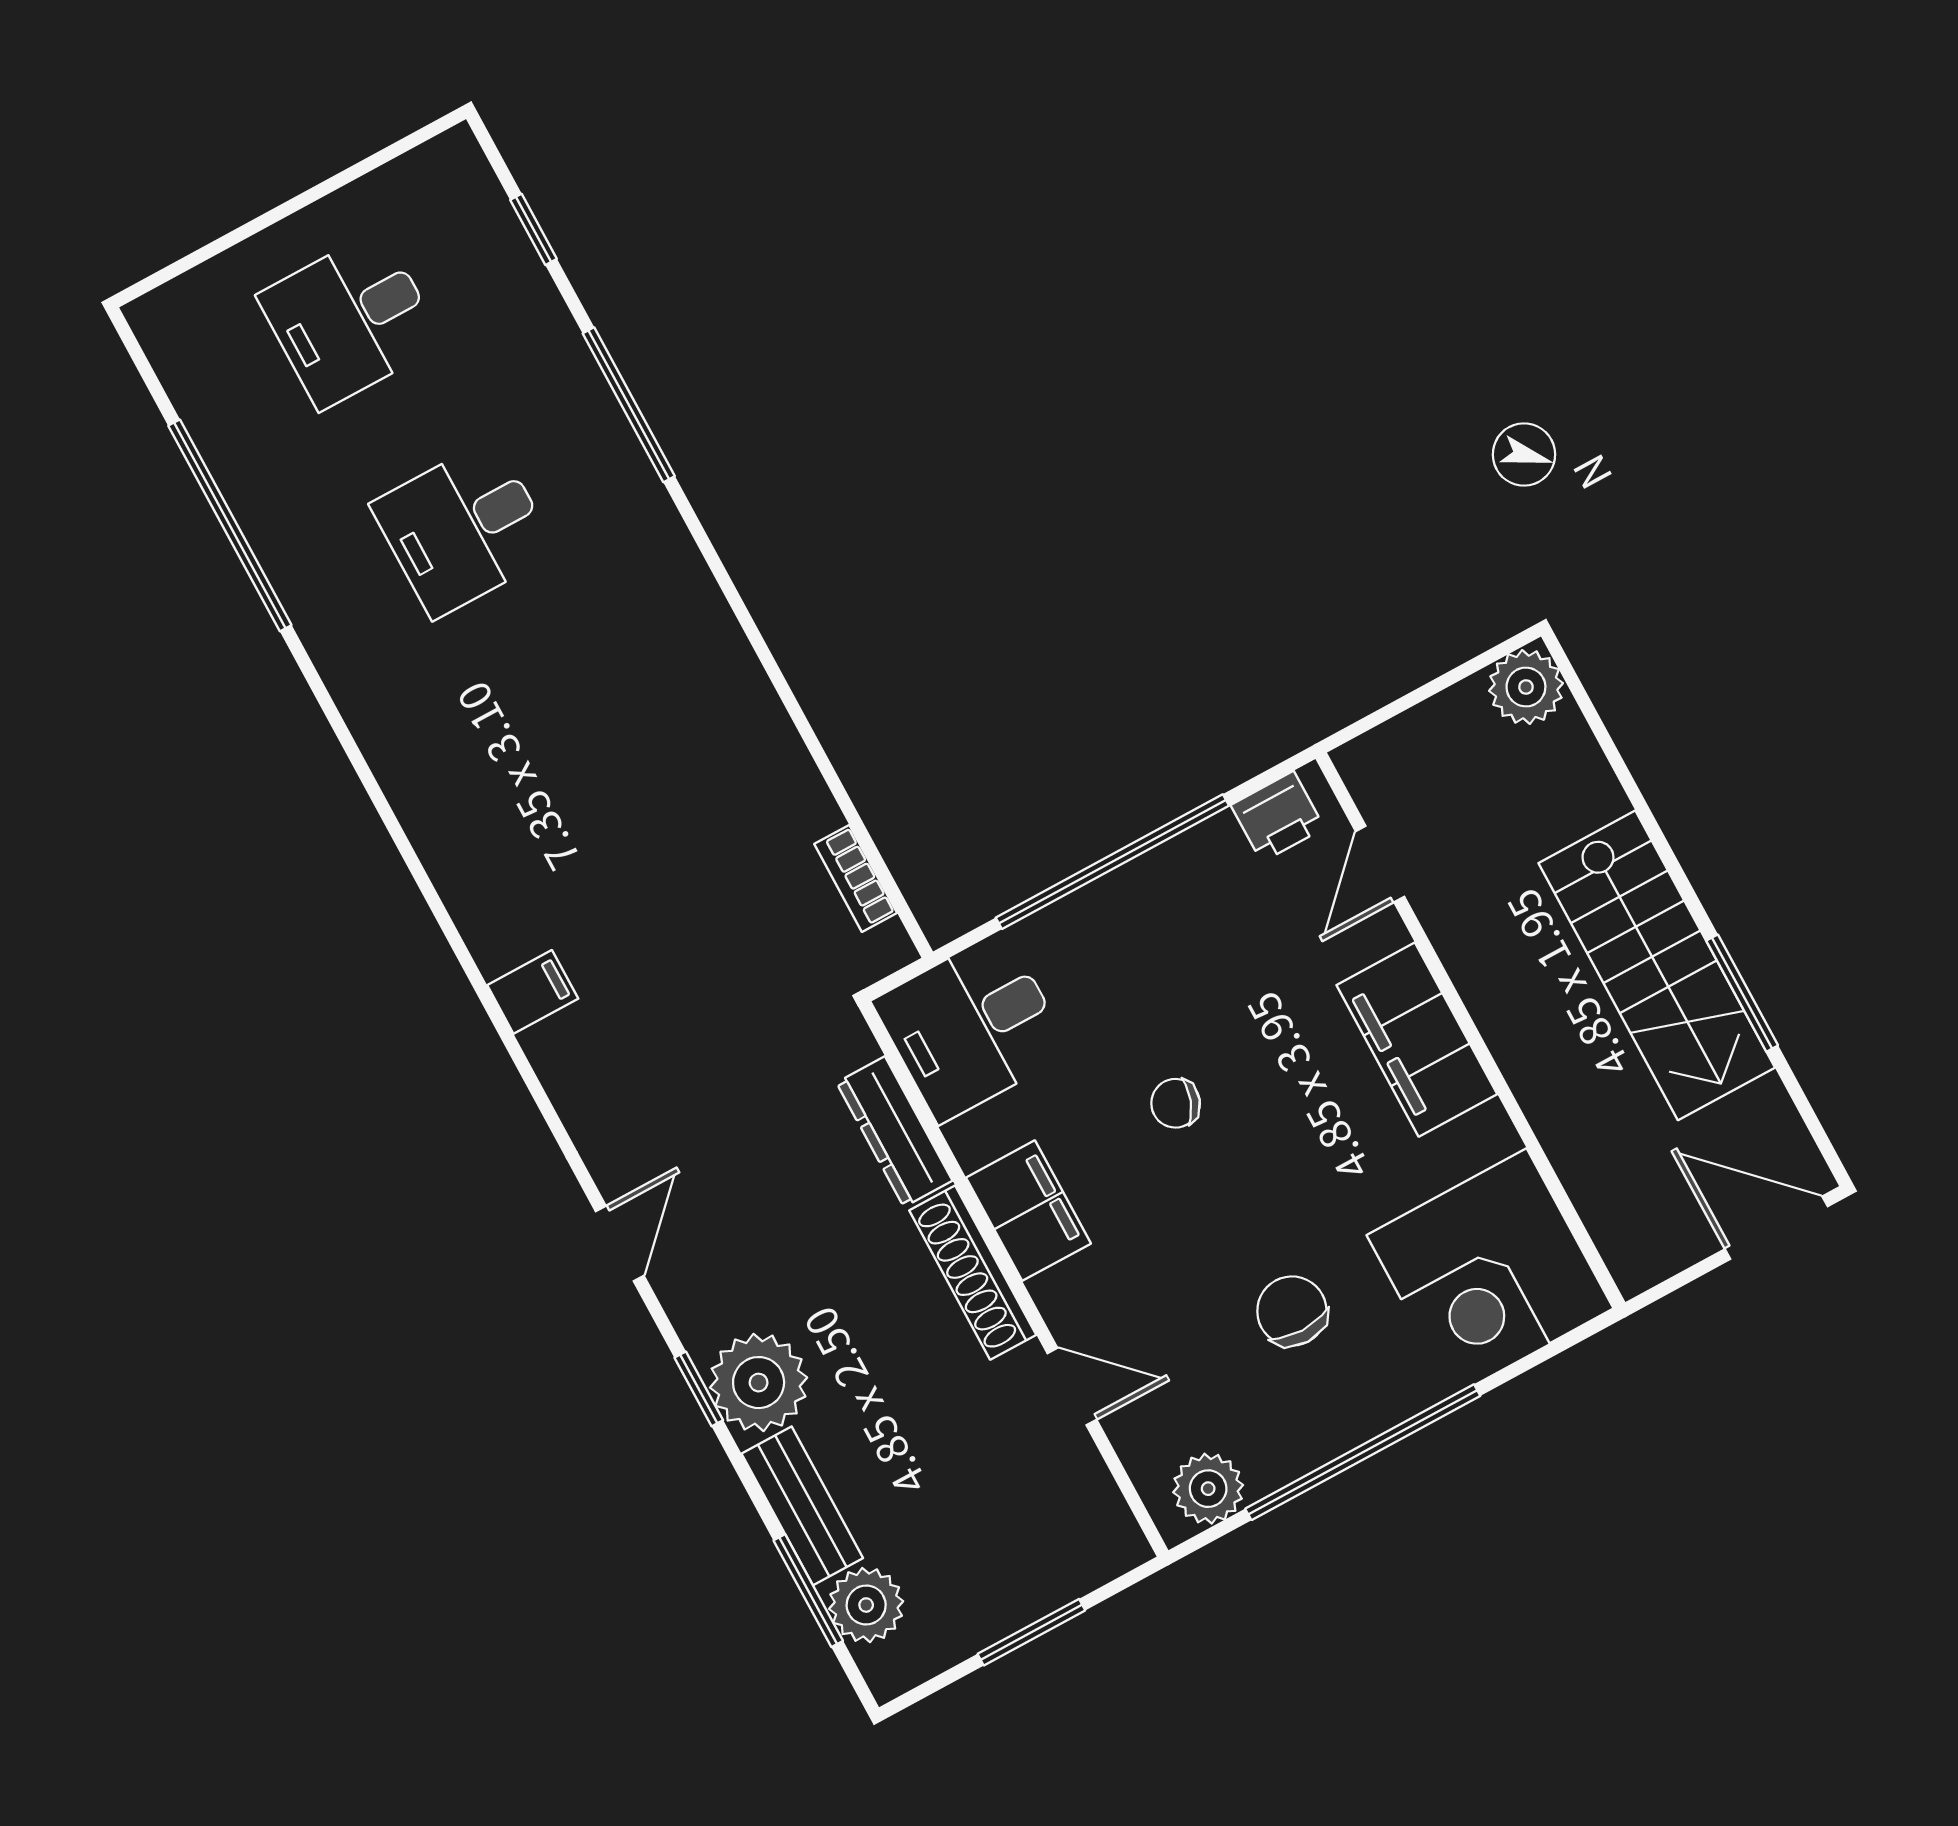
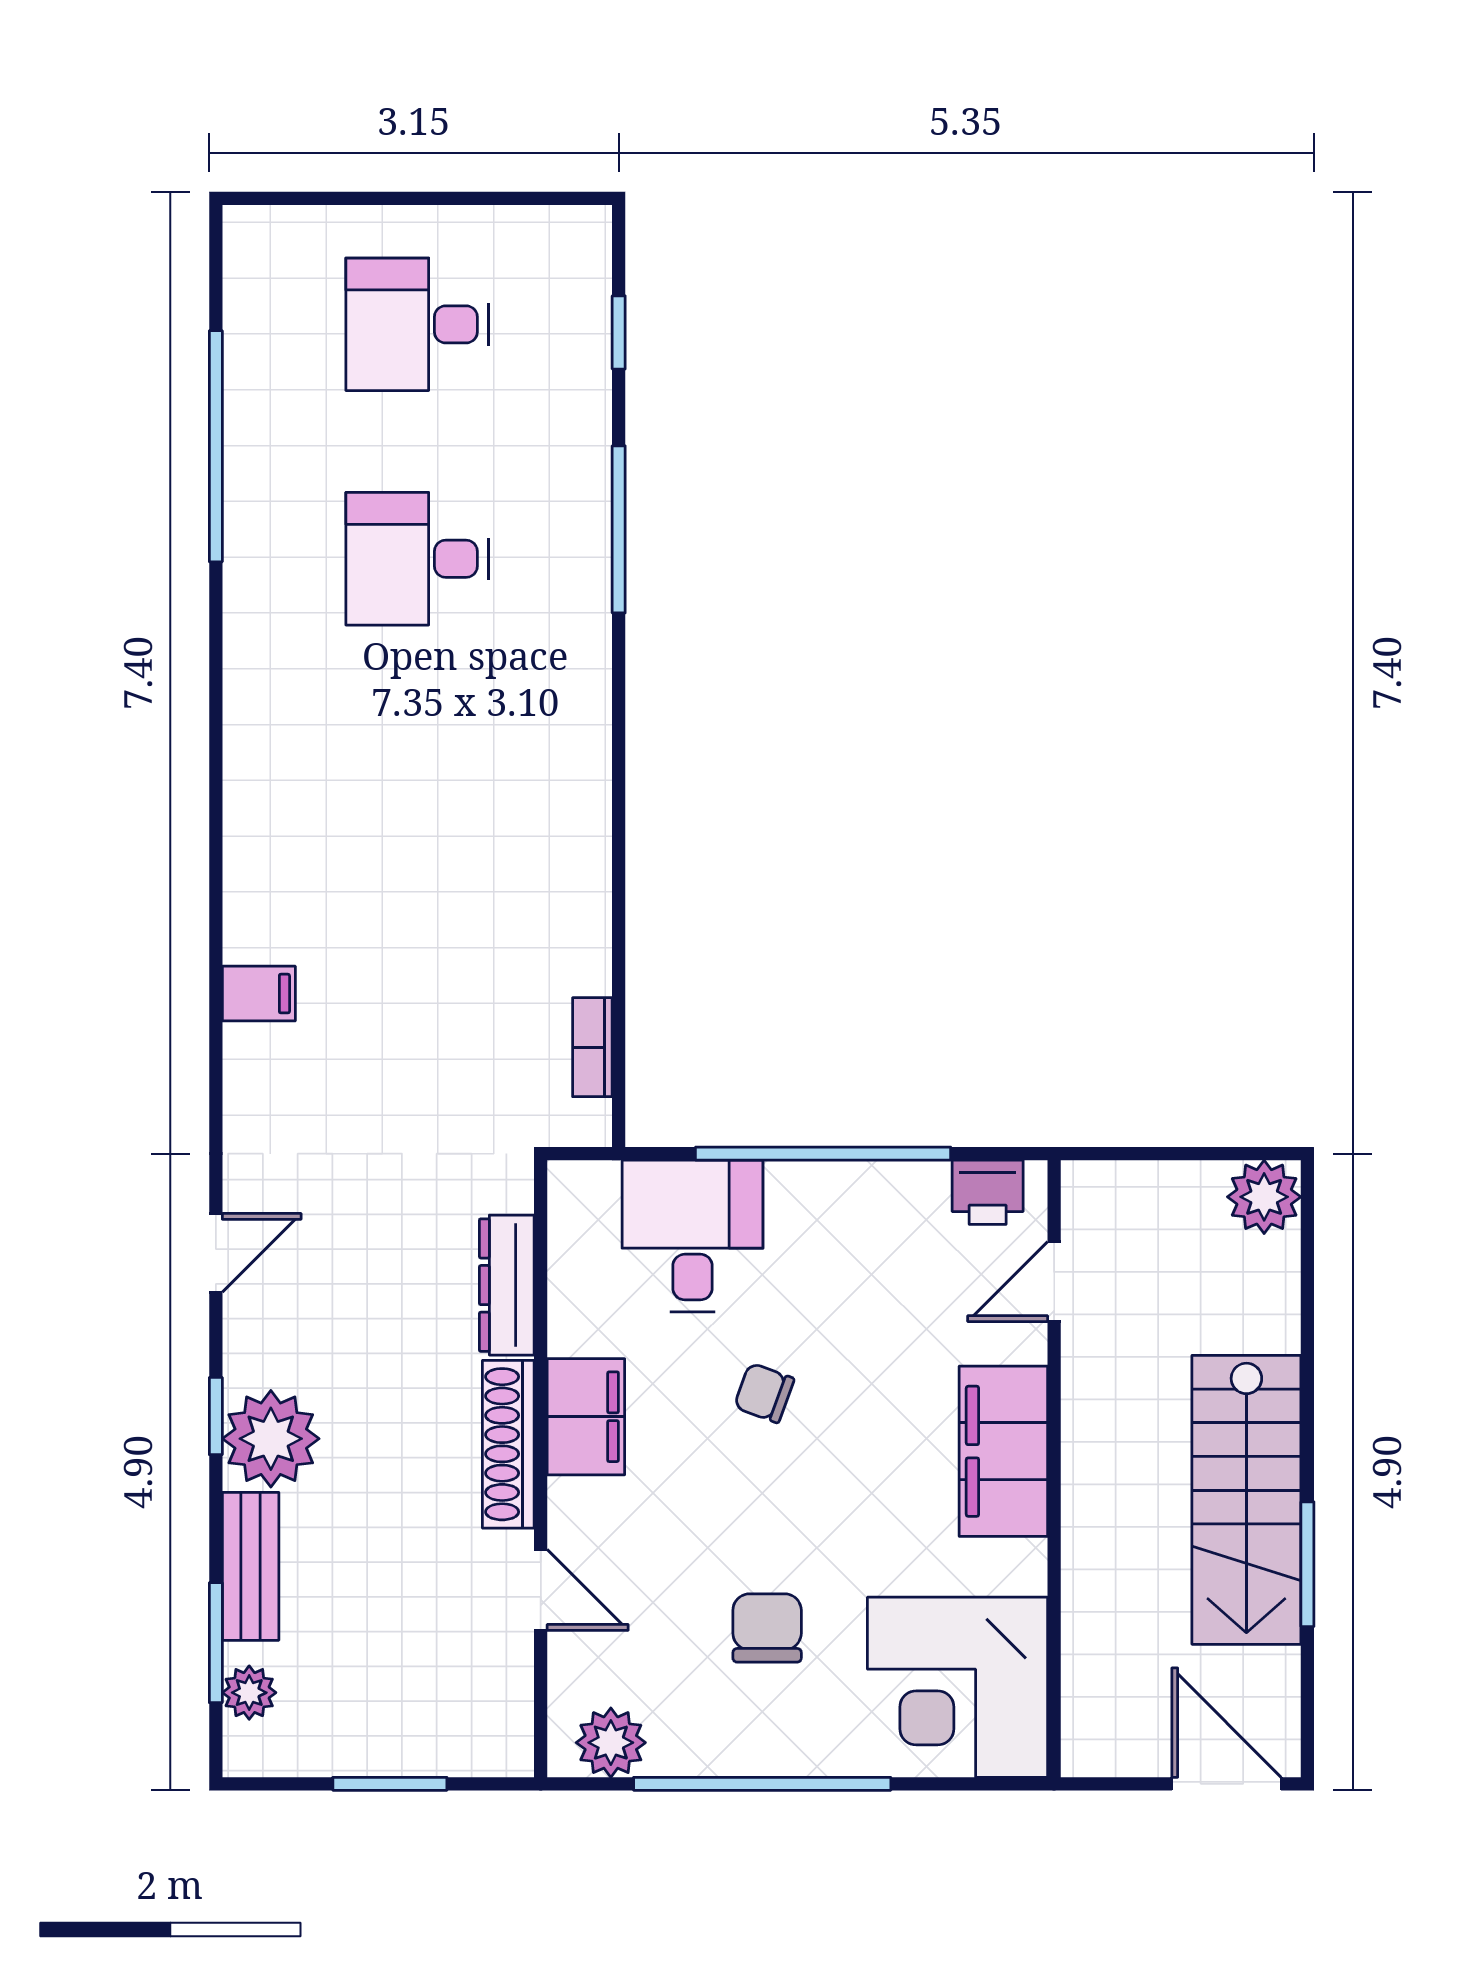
desk: (972, 1027) -> (693, 1236), moved, turned 90
plant: (866, 1605) -> (249, 1693), width x0.73, depth x0.73

